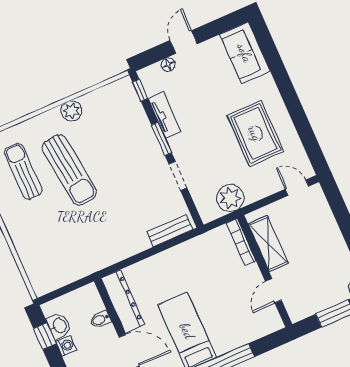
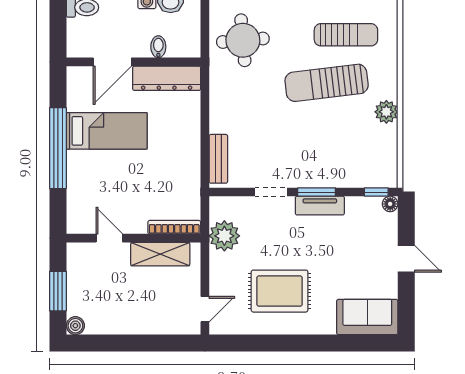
floor lamp: (168, 65) -> (390, 204), moved
tv unit: (164, 115) -> (320, 206), moved
round table: (65, 253) -> (243, 40), added

